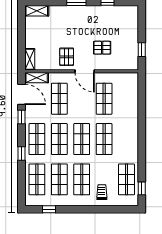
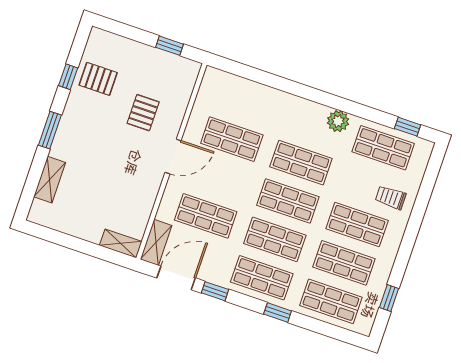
shelving: (37, 11) -> (50, 180), moved
pallet: (67, 57) -> (98, 79), moved
plant: (132, 151) -> (338, 121), added

